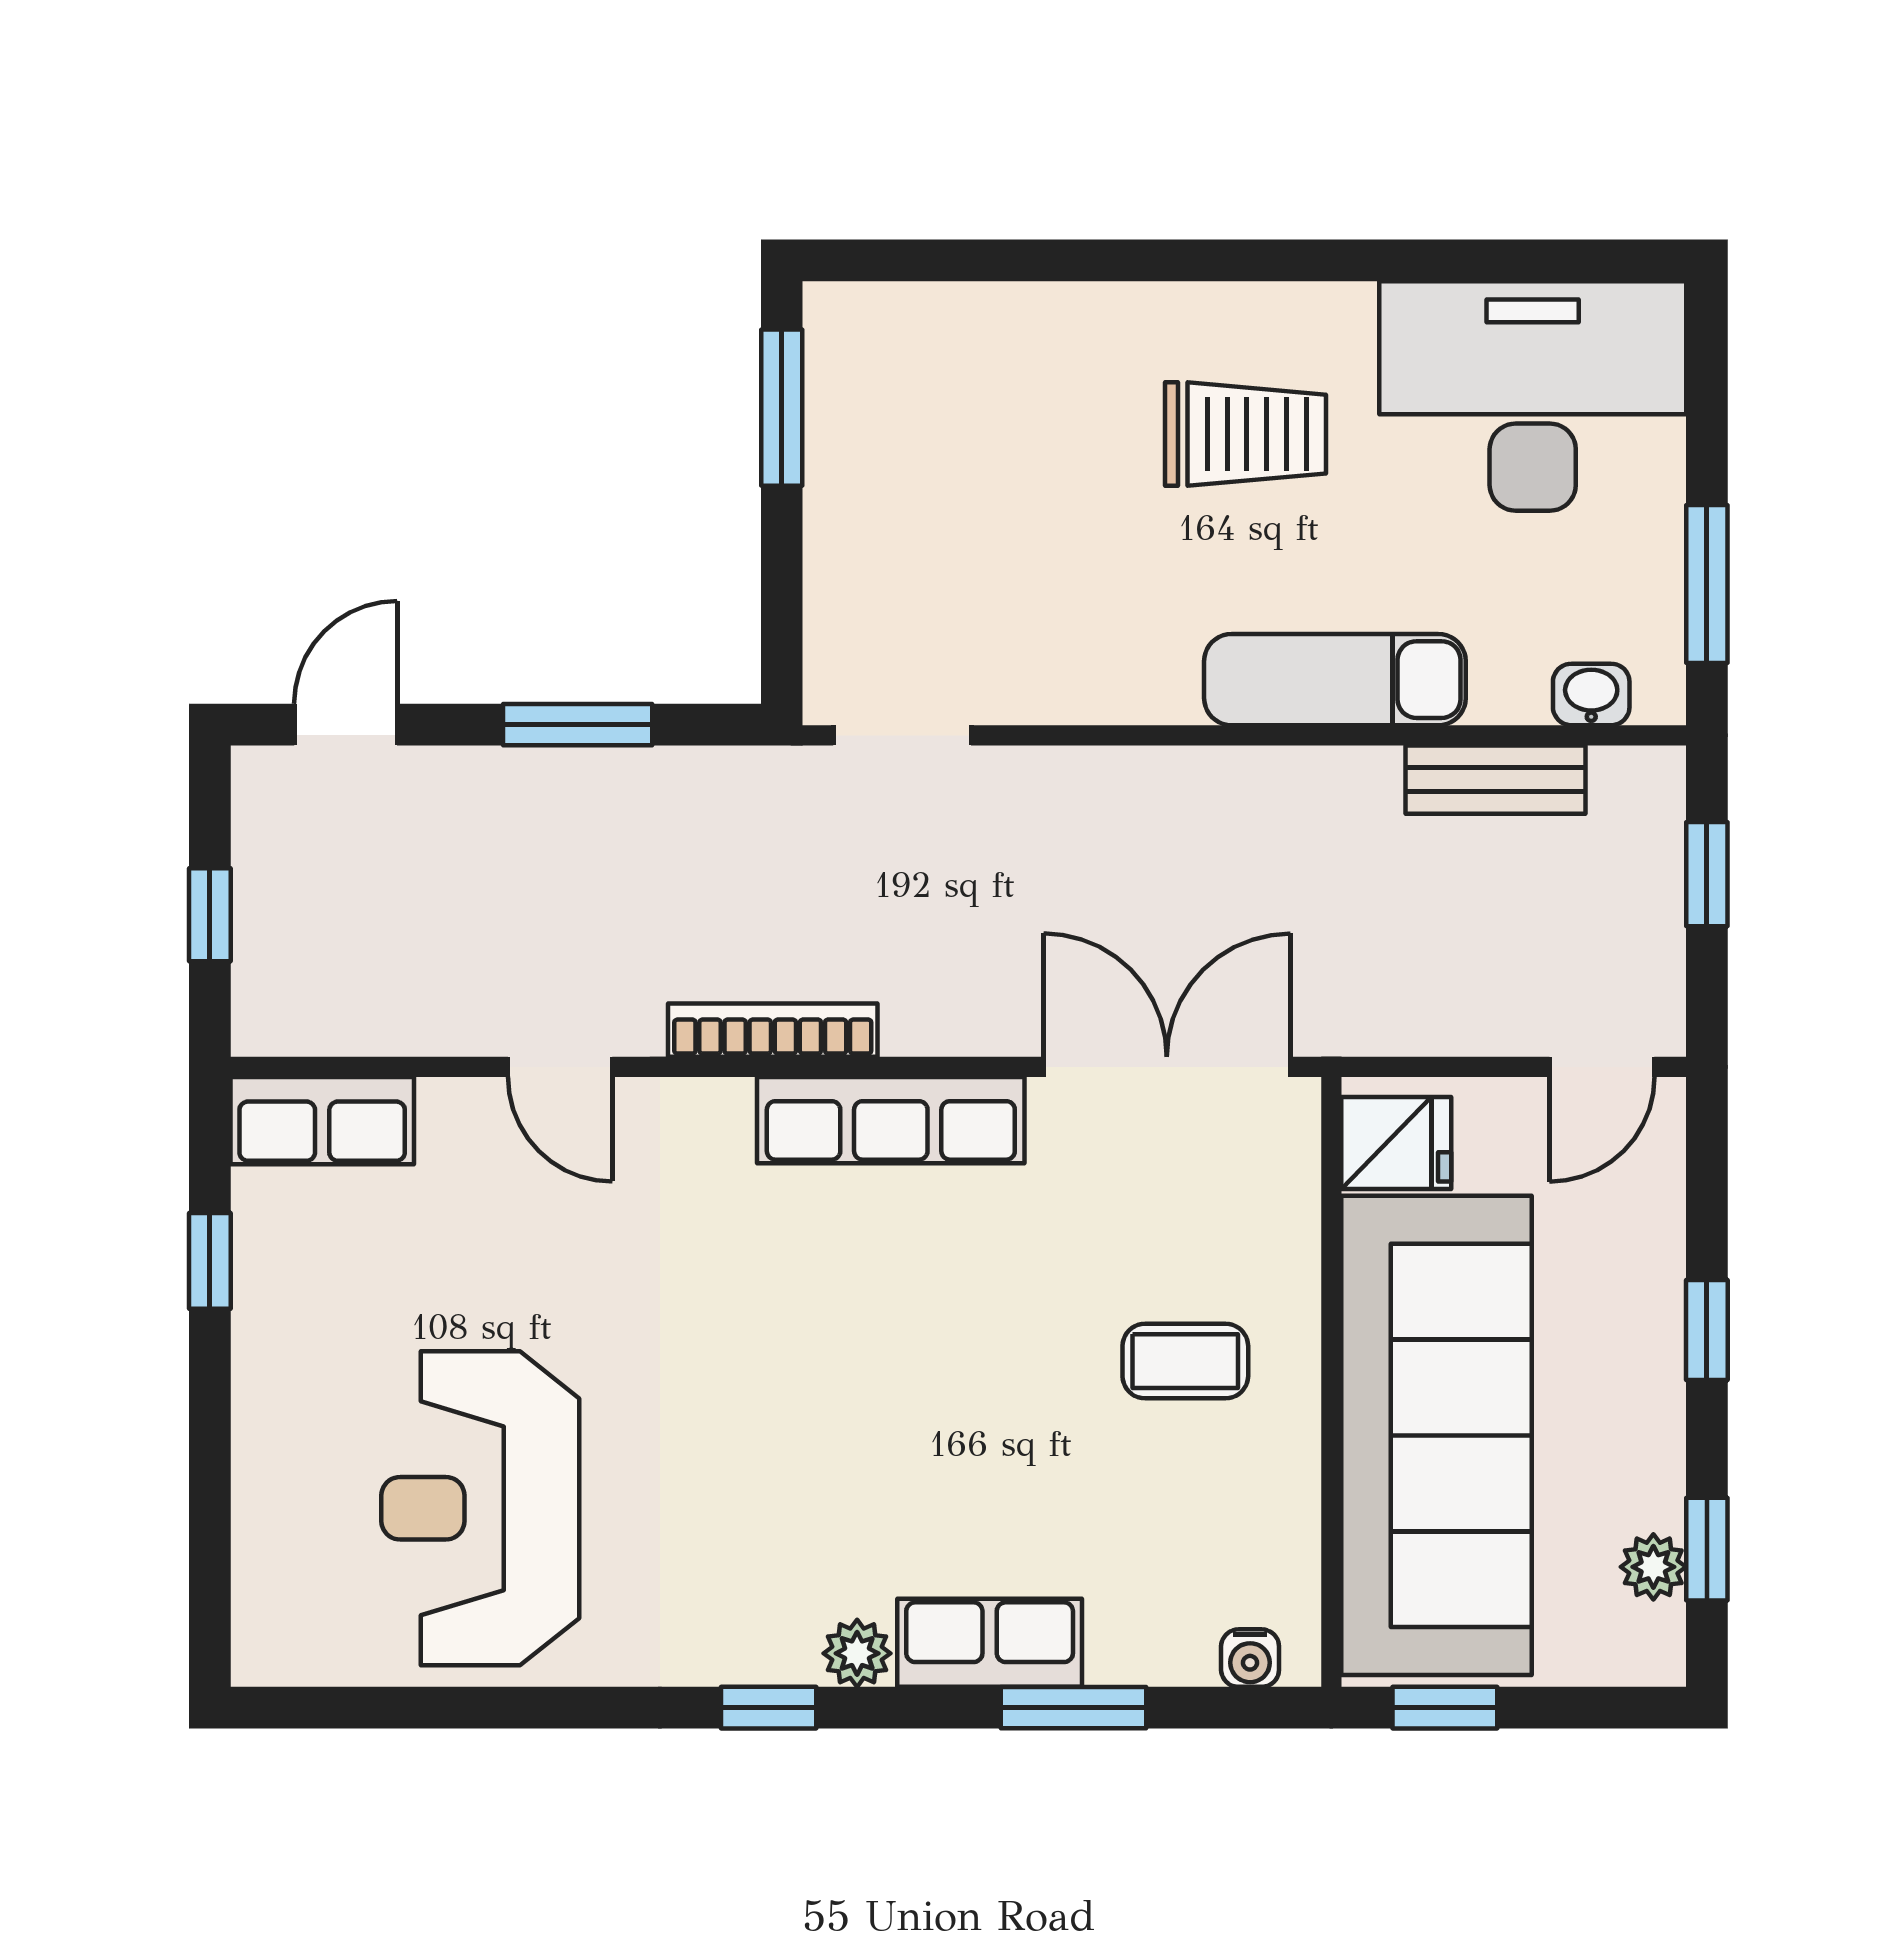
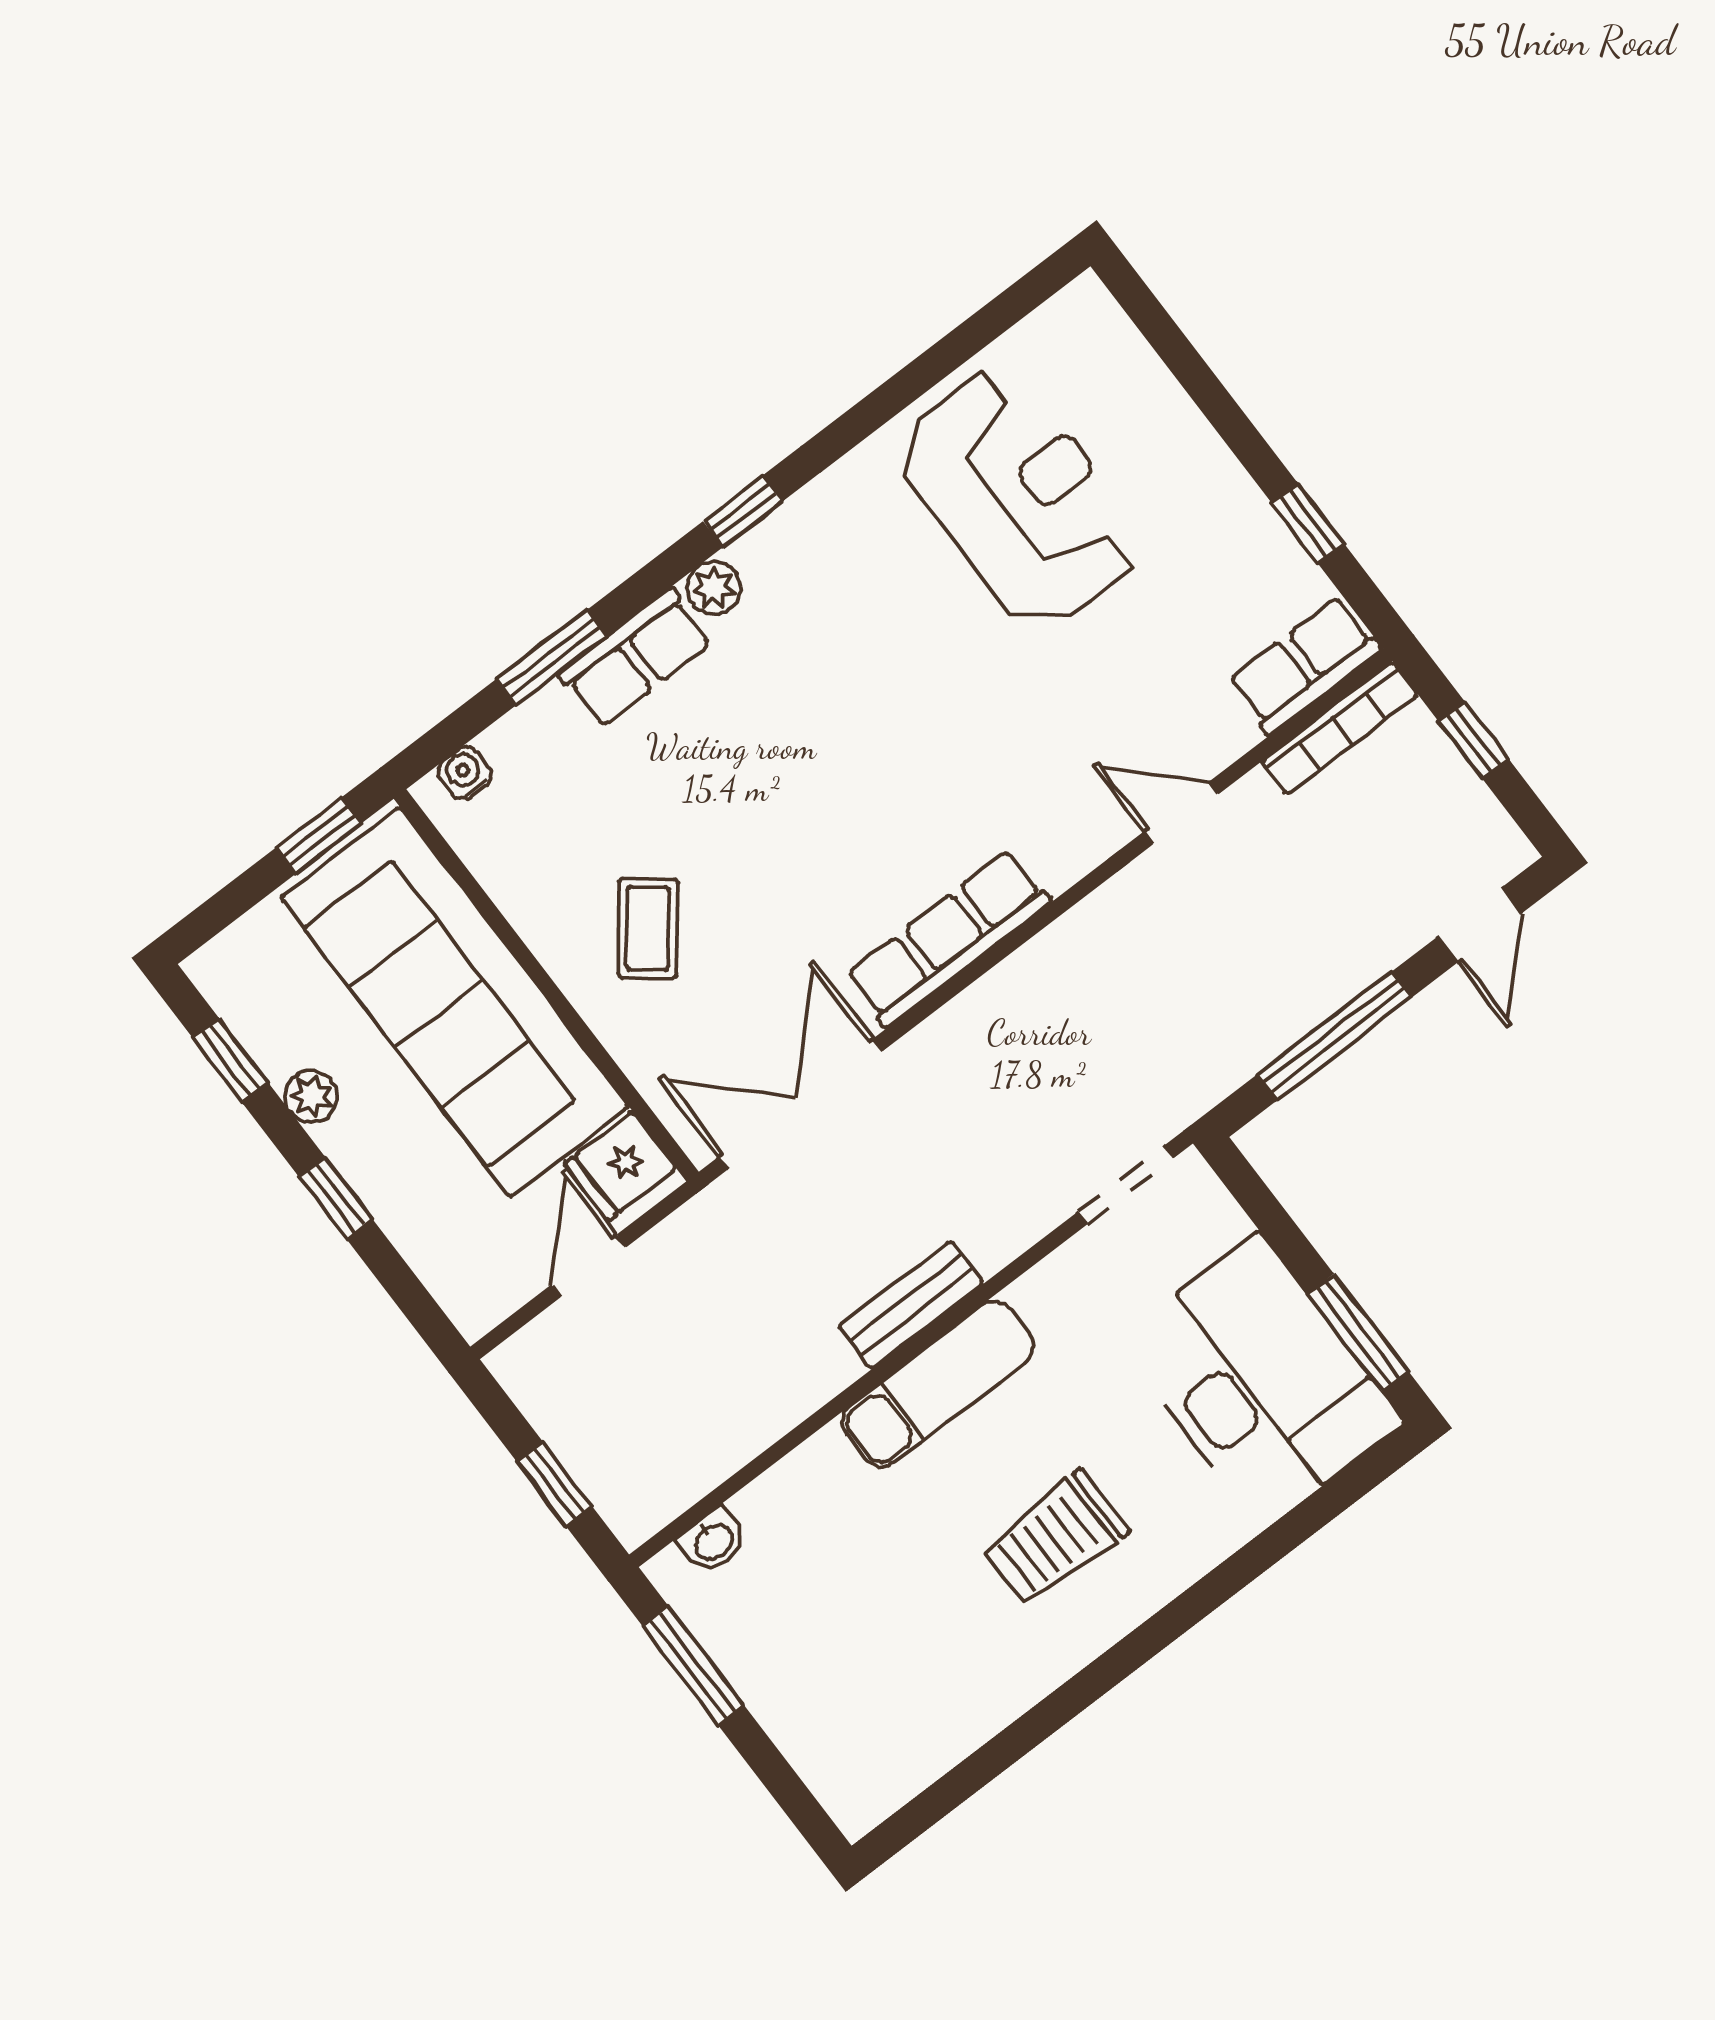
desk: (1533, 396) -> (1260, 1381), moved, turned -90
exam couch: (1335, 680) -> (938, 1384), moved
window: (578, 725) -> (1334, 1036), width x1.44
bench: (1495, 780) -> (911, 1305), moved
bookcase: (773, 1030) -> (1340, 728), moved
double door: (1167, 1067) -> (800, 1104), swing flipped
door: (1602, 1067) -> (589, 1266), moved
coffee table: (1185, 1361) -> (648, 928), turned -52
plant: (1653, 1567) -> (311, 1096), moved

